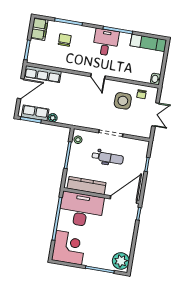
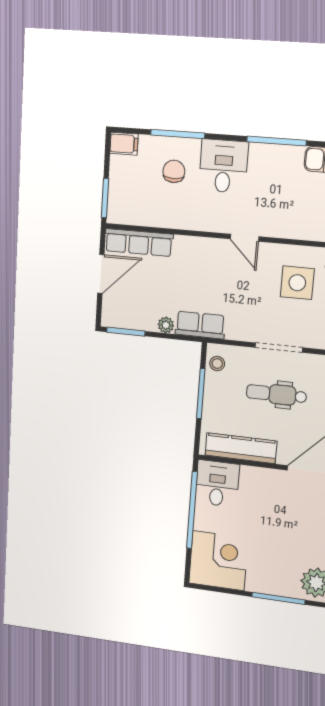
filing cabinet: (39, 29) -> (124, 144), width x0.50
desk: (106, 42) -> (223, 166), moved
row of seats: (35, 113) -> (200, 325), moved
dental chair: (108, 158) -> (276, 394), turned 180
desk: (81, 210) -> (217, 484), width x0.53, depth x0.77

